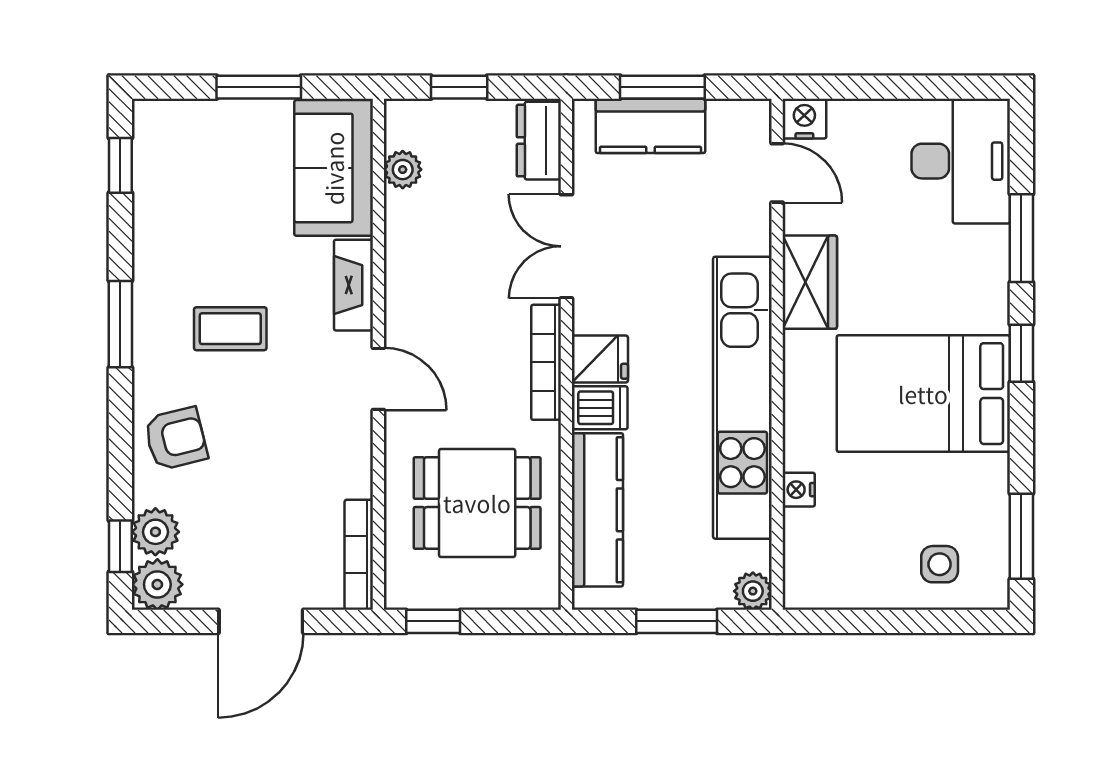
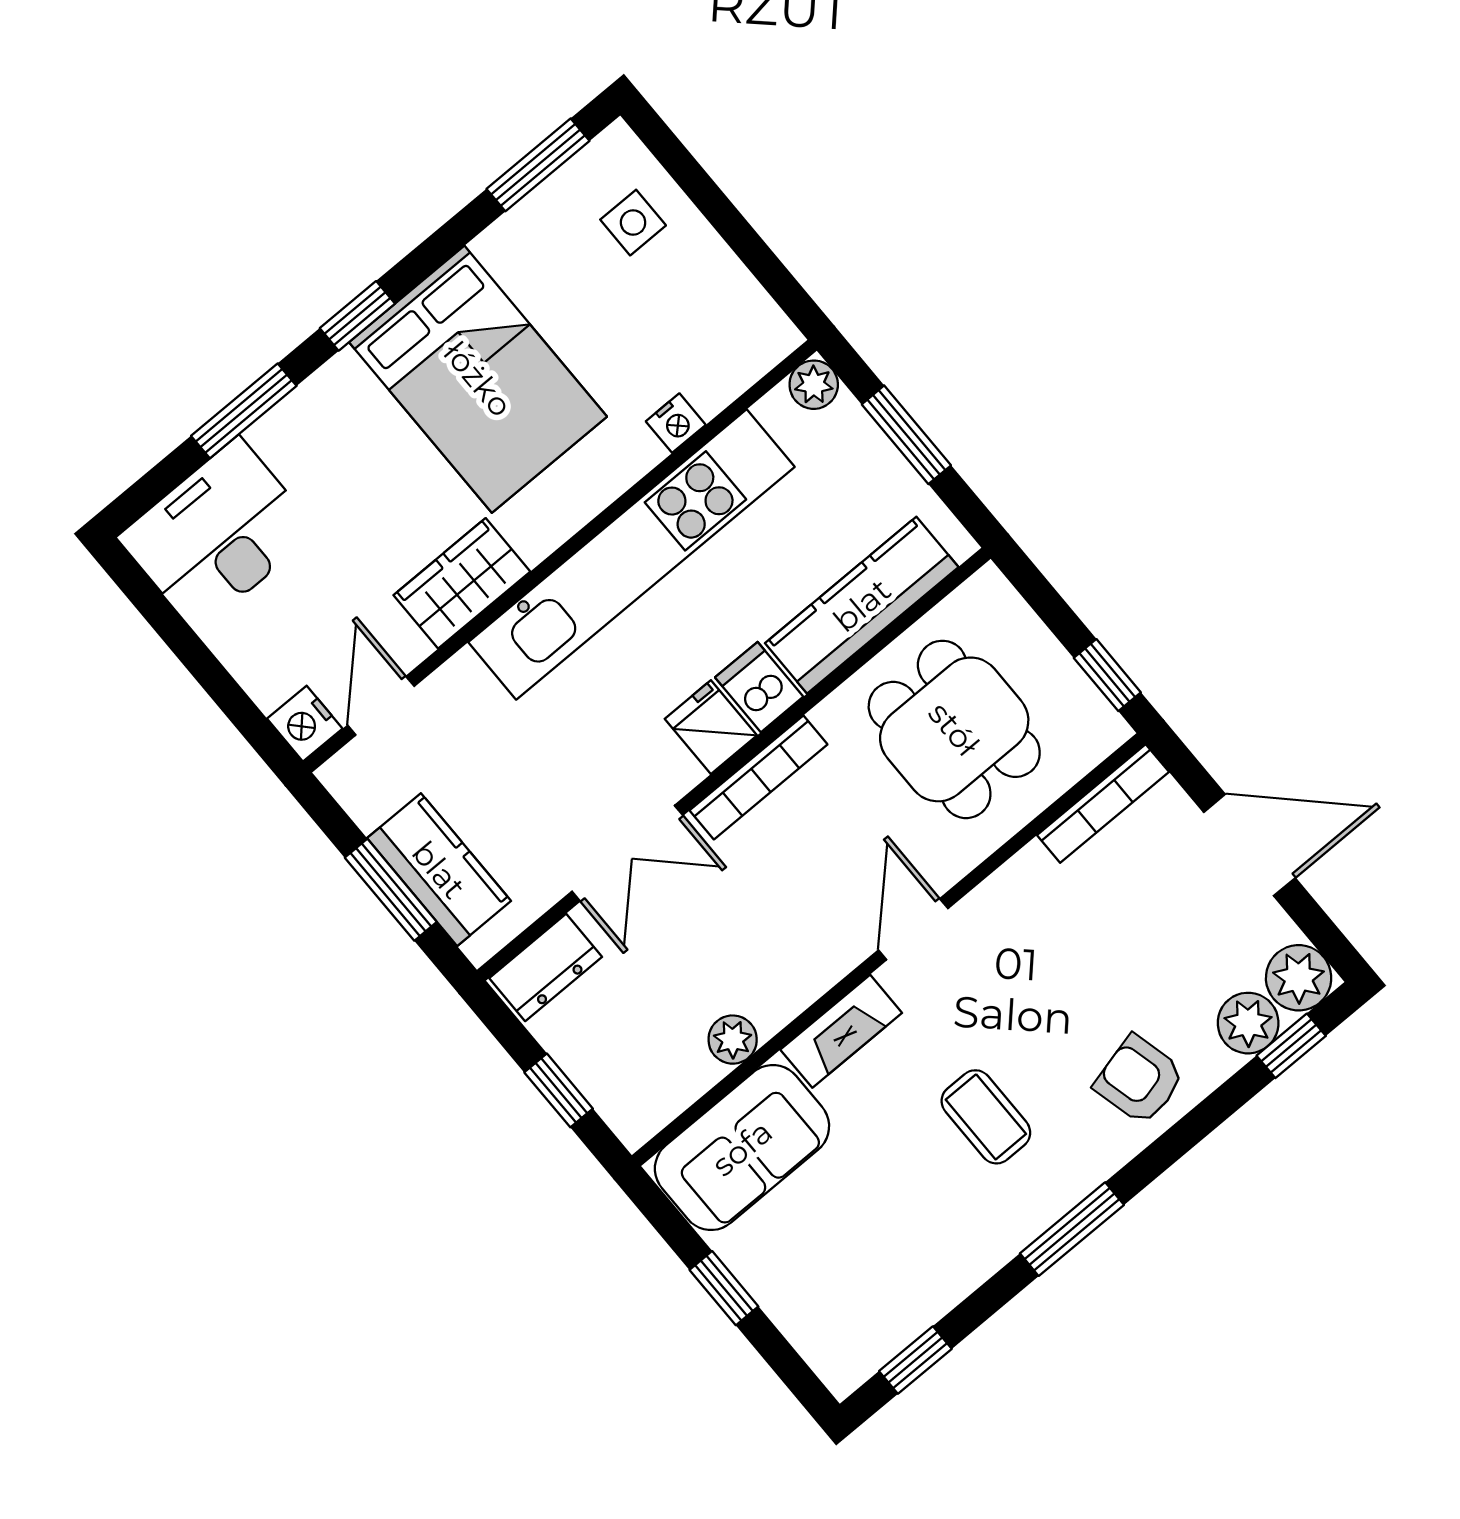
window: (259, 87) -> (724, 1288), width x0.67
plant: (403, 170) -> (733, 1040), moved

